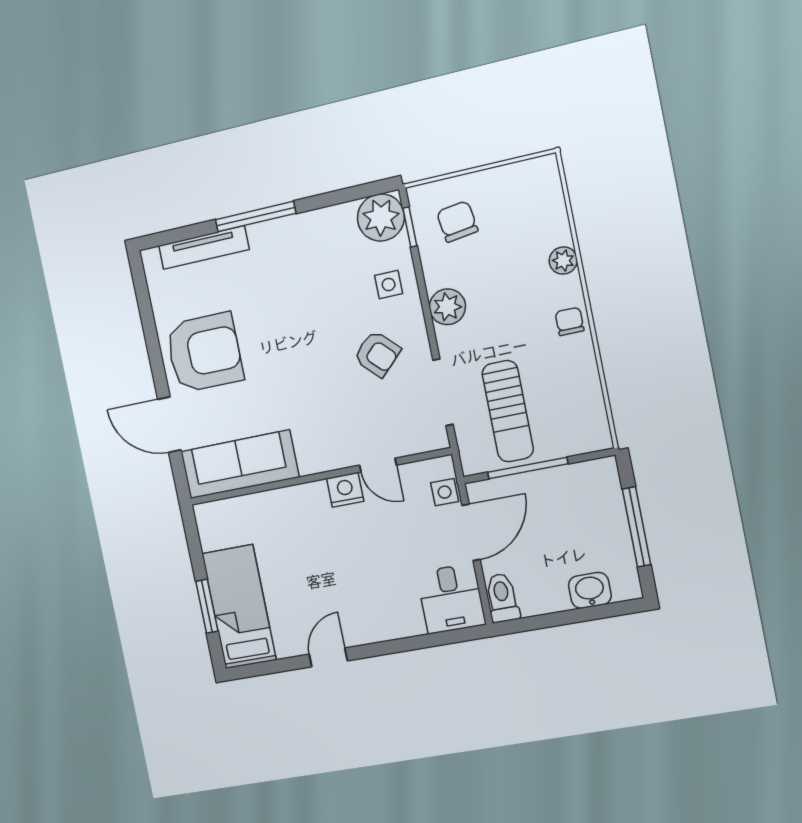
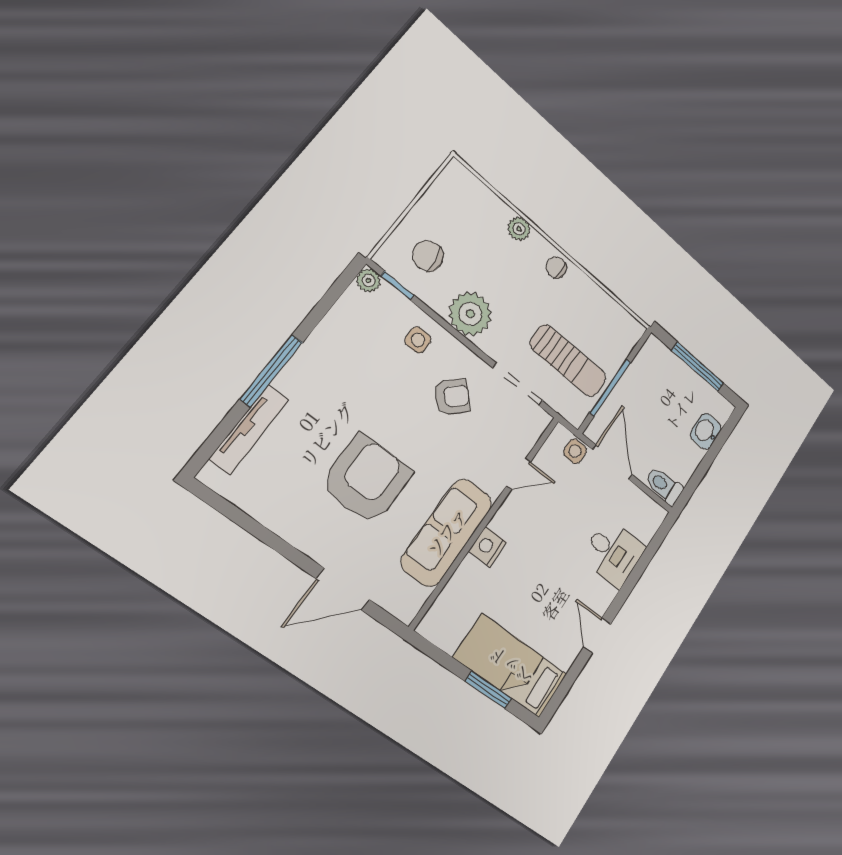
plant: (381, 217) -> (369, 280), width x0.53, depth x0.53
plant: (447, 307) -> (470, 314), width x1.36, depth x1.36
armchair: (204, 353) -> (367, 479), moved
sofa: (240, 464) -> (447, 532), moved
nightstand: (345, 490) -> (488, 547), moved
desk: (451, 599) -> (613, 553), moved

